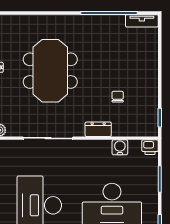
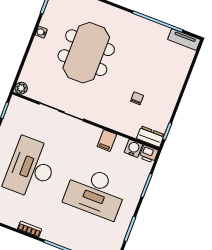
dresser: (98, 129) -> (150, 137), moved
water cooler: (120, 147) -> (133, 148), moved
filing cabinet: (104, 150) -> (107, 140), added

